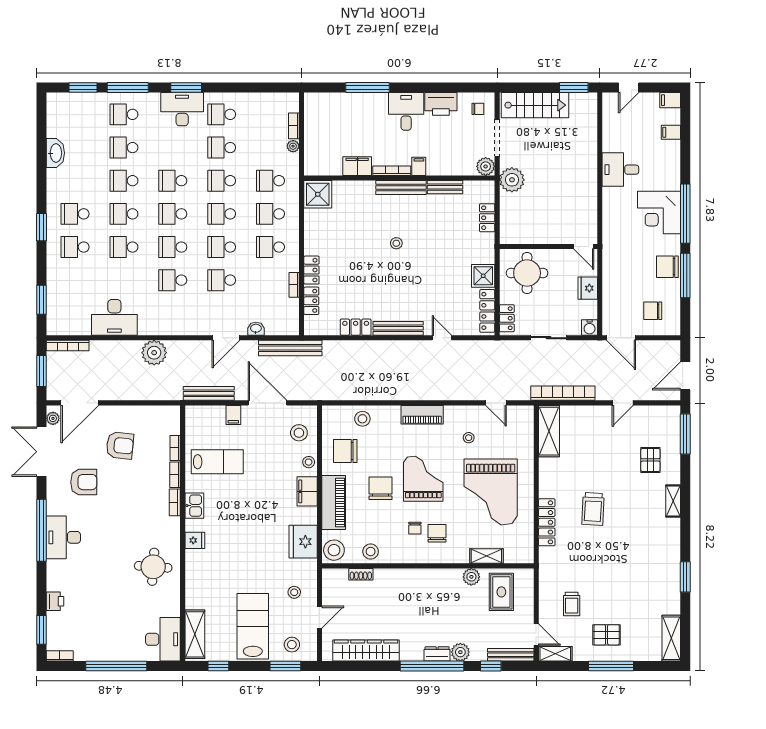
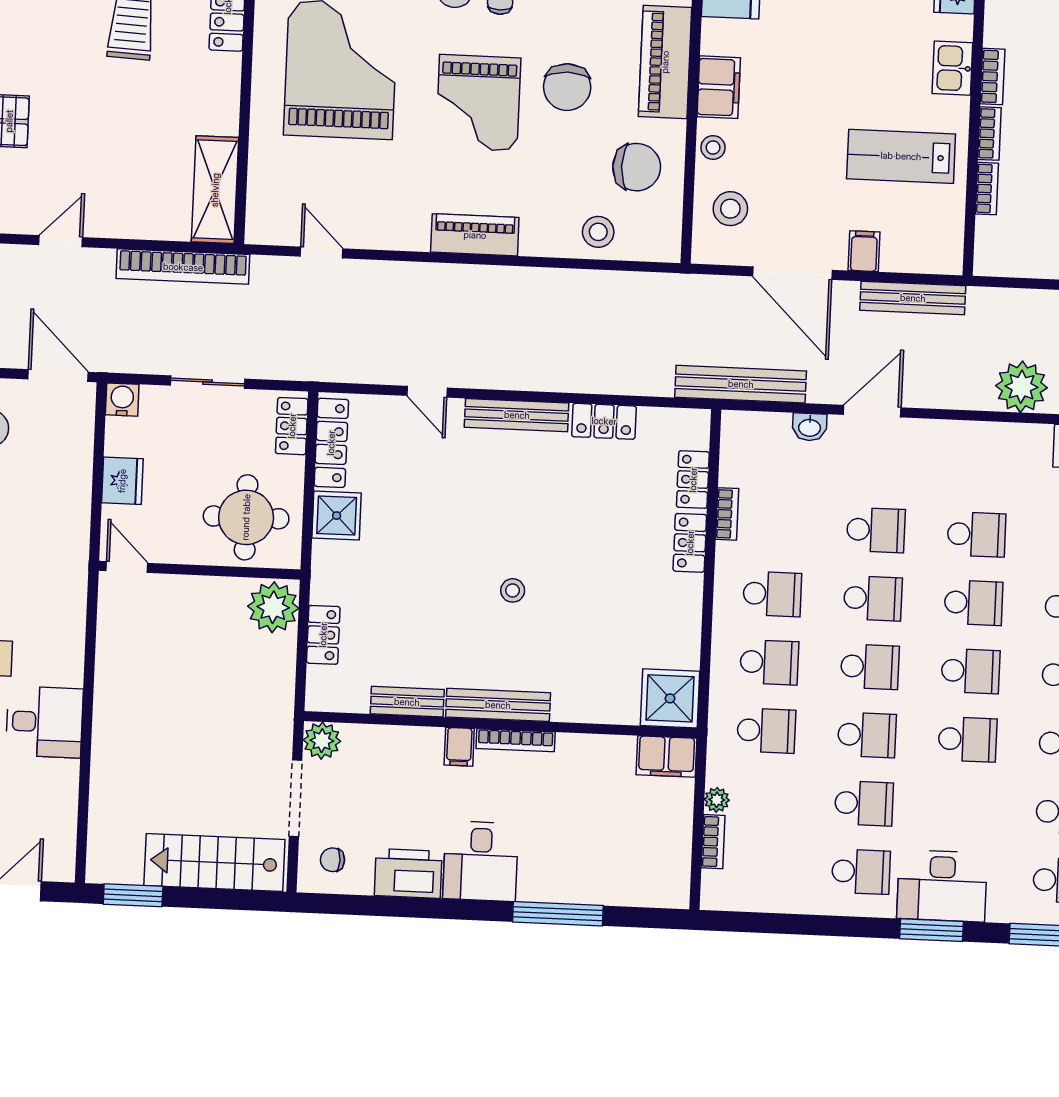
filing cabinet: (357, 166) -> (667, 757), moved
plant: (512, 180) -> (273, 607), moved
stool: (469, 438) -> (381, 183), removed

